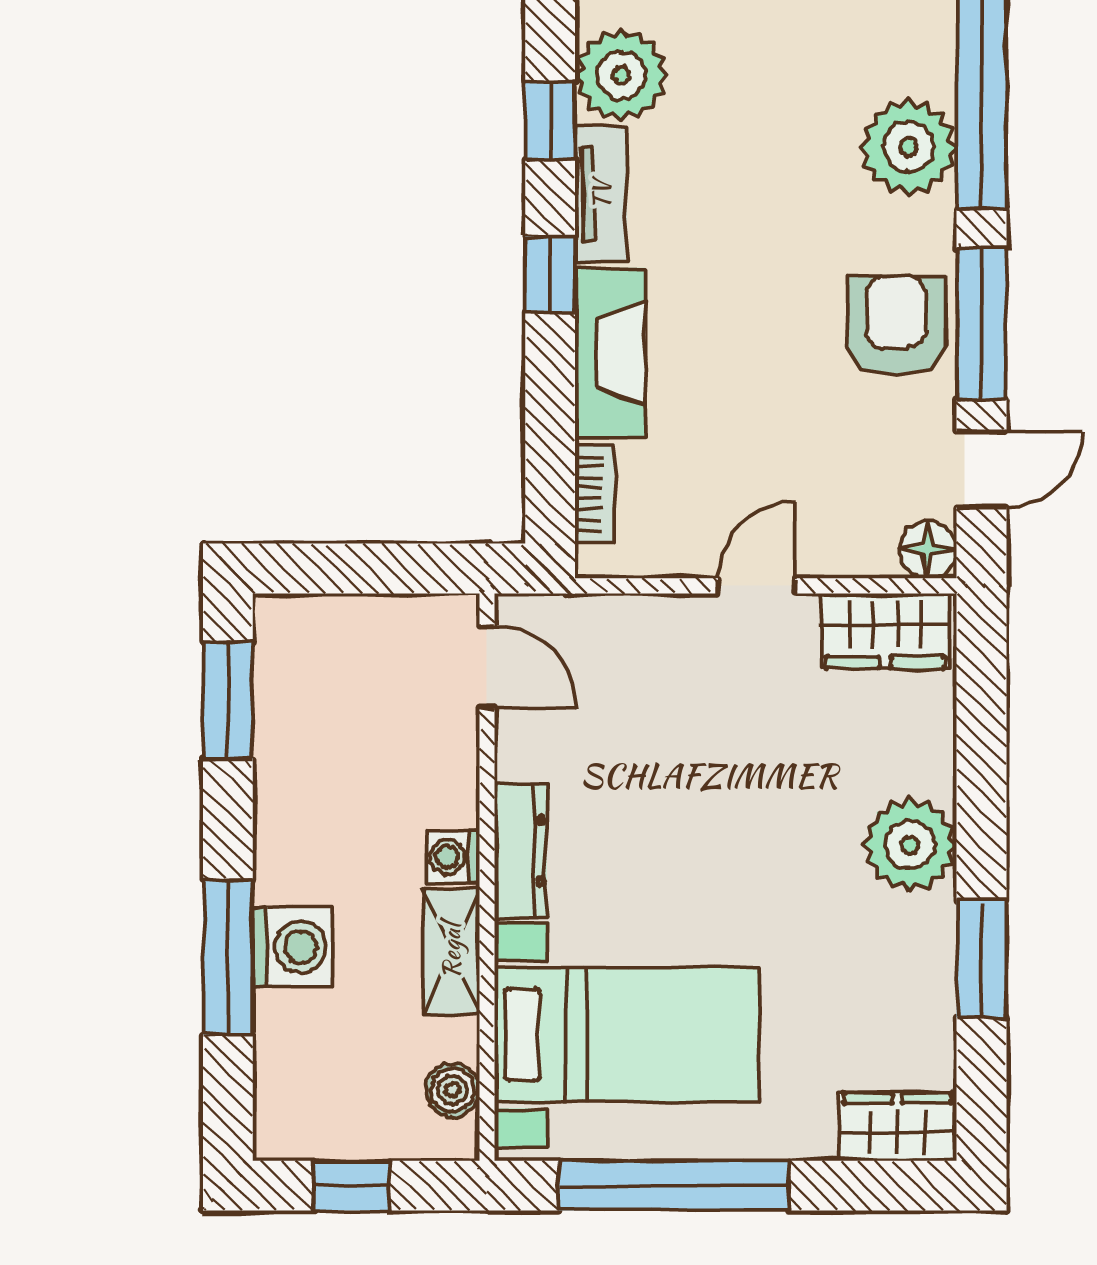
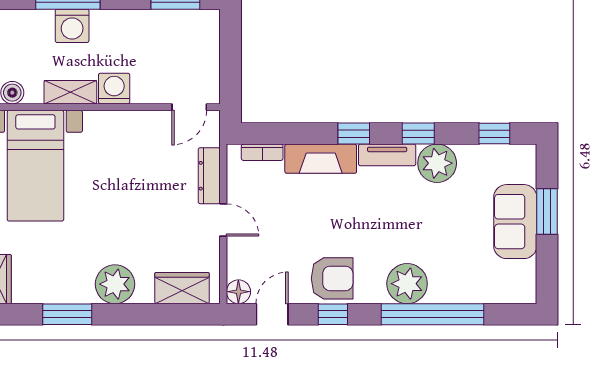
window: (981, 324) -> (333, 314), width x0.46
door: (981, 469) -> (272, 314), swing flipped
wardrobe: (885, 631) -> (182, 288), moved, turned 90
dresser: (521, 851) -> (209, 176), moved, turned 90
washing machine: (453, 857) -> (114, 89), width x1.38, depth x1.38

